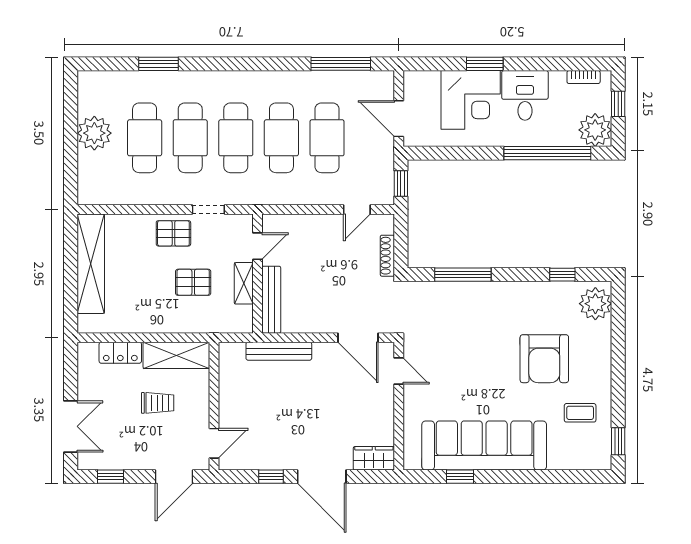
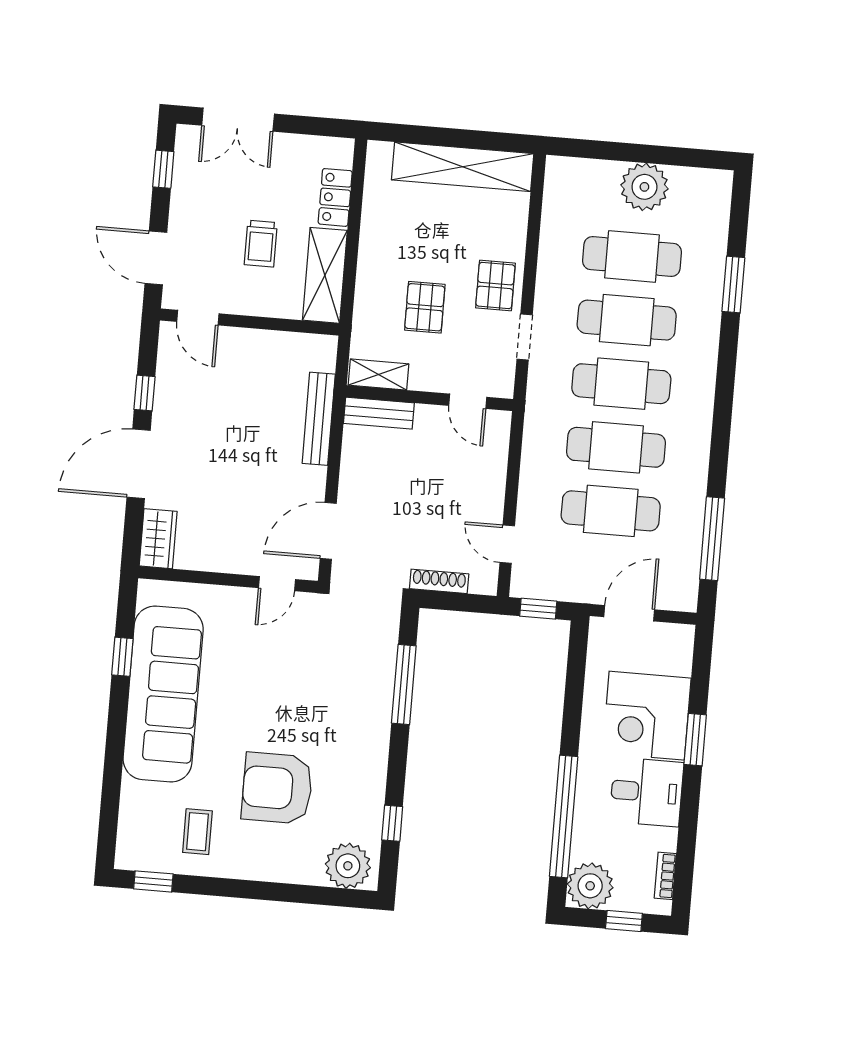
shelving: (244, 283) -> (378, 374), moved
bench: (271, 300) -> (379, 413), width x0.73

